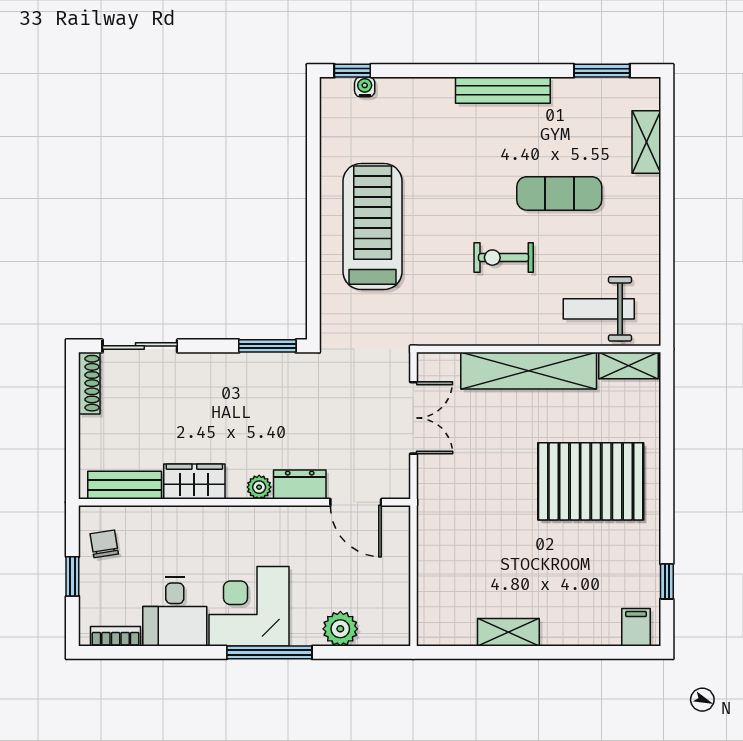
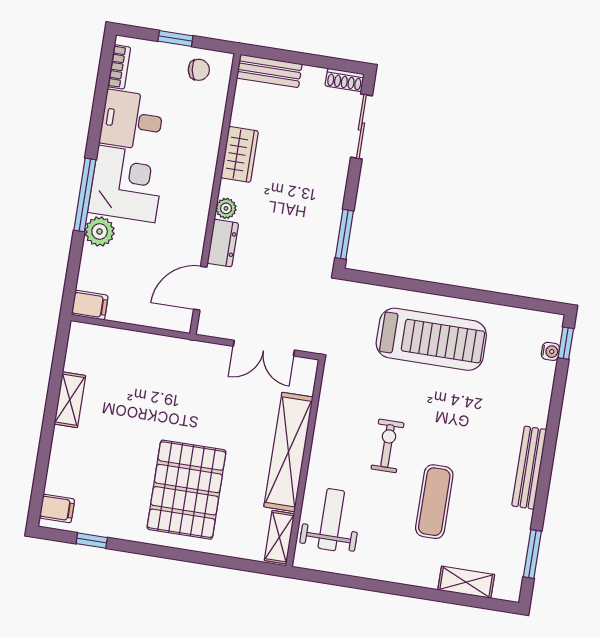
shoe rack: (89, 383) -> (345, 80), width x0.70
bench: (125, 485) -> (269, 71), moved, turned 90
filing cabinet: (396, 627) -> (90, 305), added
plant: (340, 629) -> (100, 231), moved

